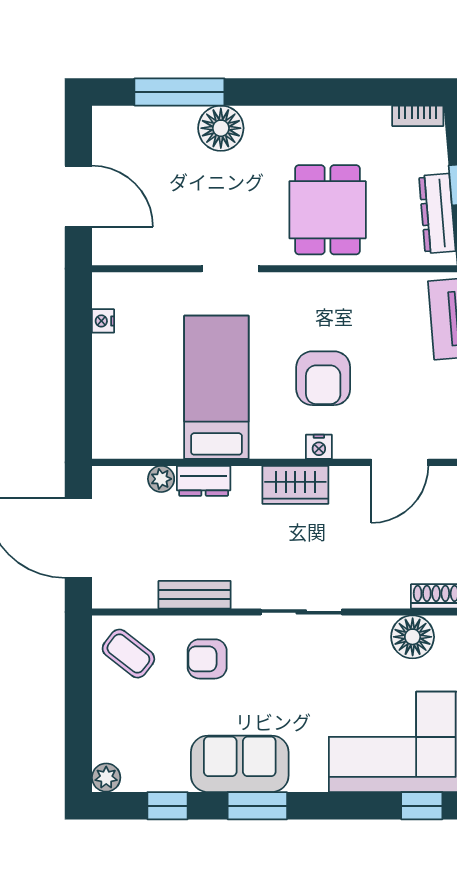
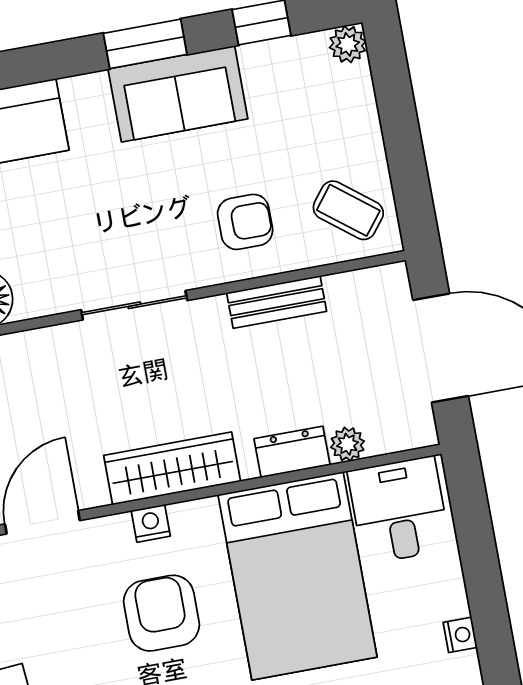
bed: (216, 387) -> (298, 576), width x1.50
desk: (132, 423) -> (399, 510), added
wardrobe: (295, 485) -> (172, 468), width x1.50

